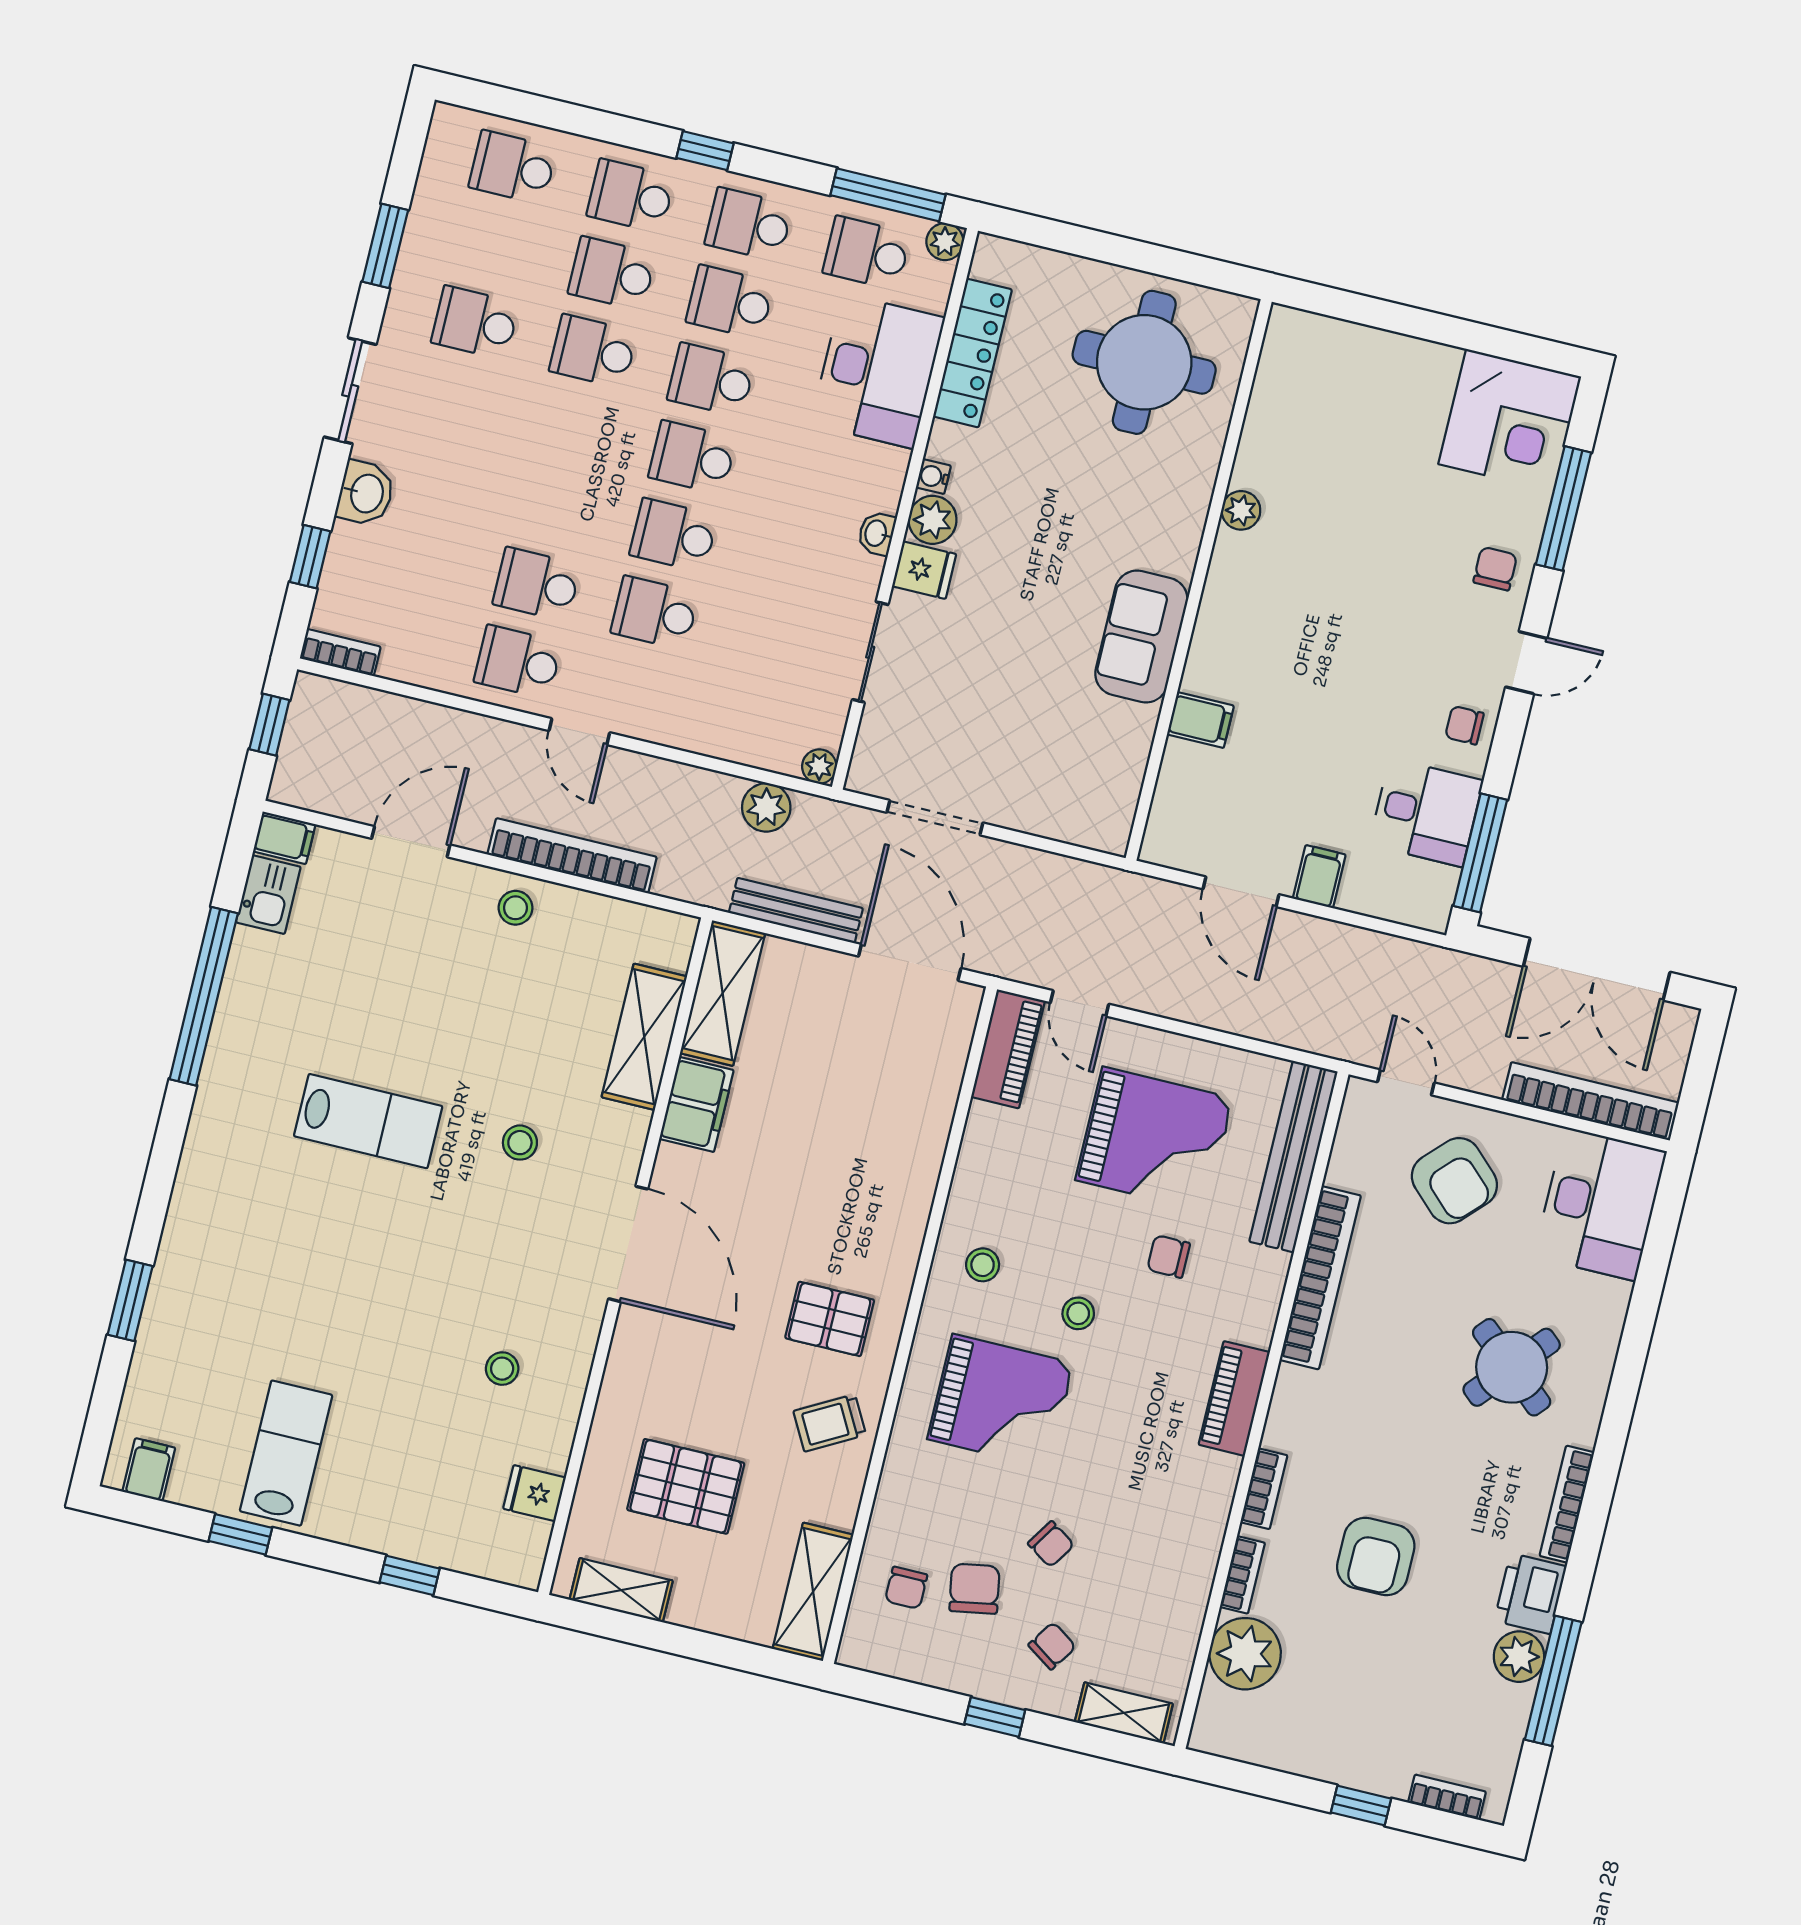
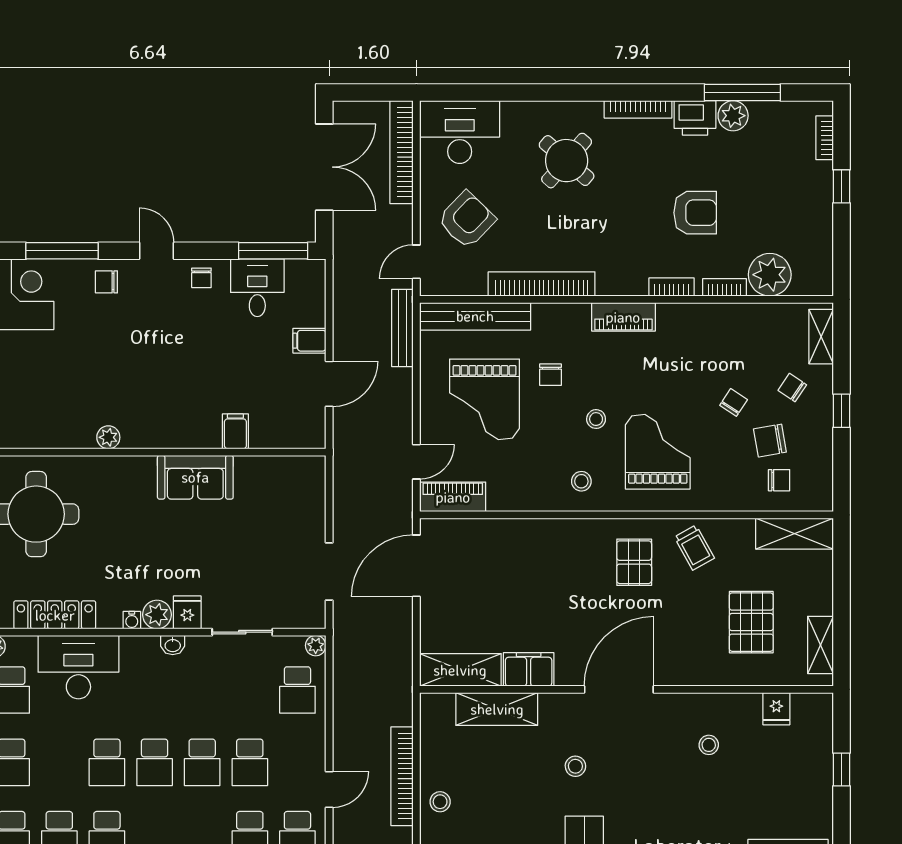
school desk: (730, 302) -> (297, 690), moved
plant: (766, 807) -> (347, 671), removed
bench: (796, 911) -> (402, 328), moved
grand piano: (1154, 1139) -> (484, 399), turned 180

